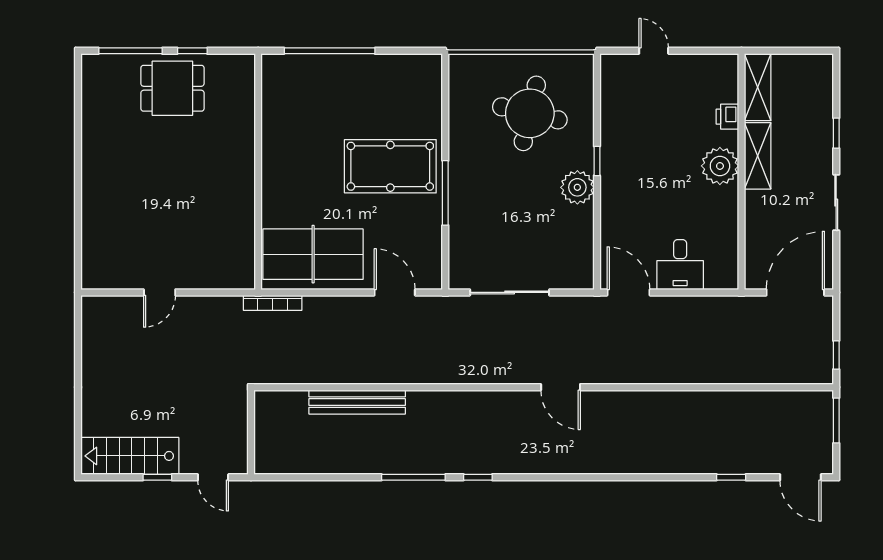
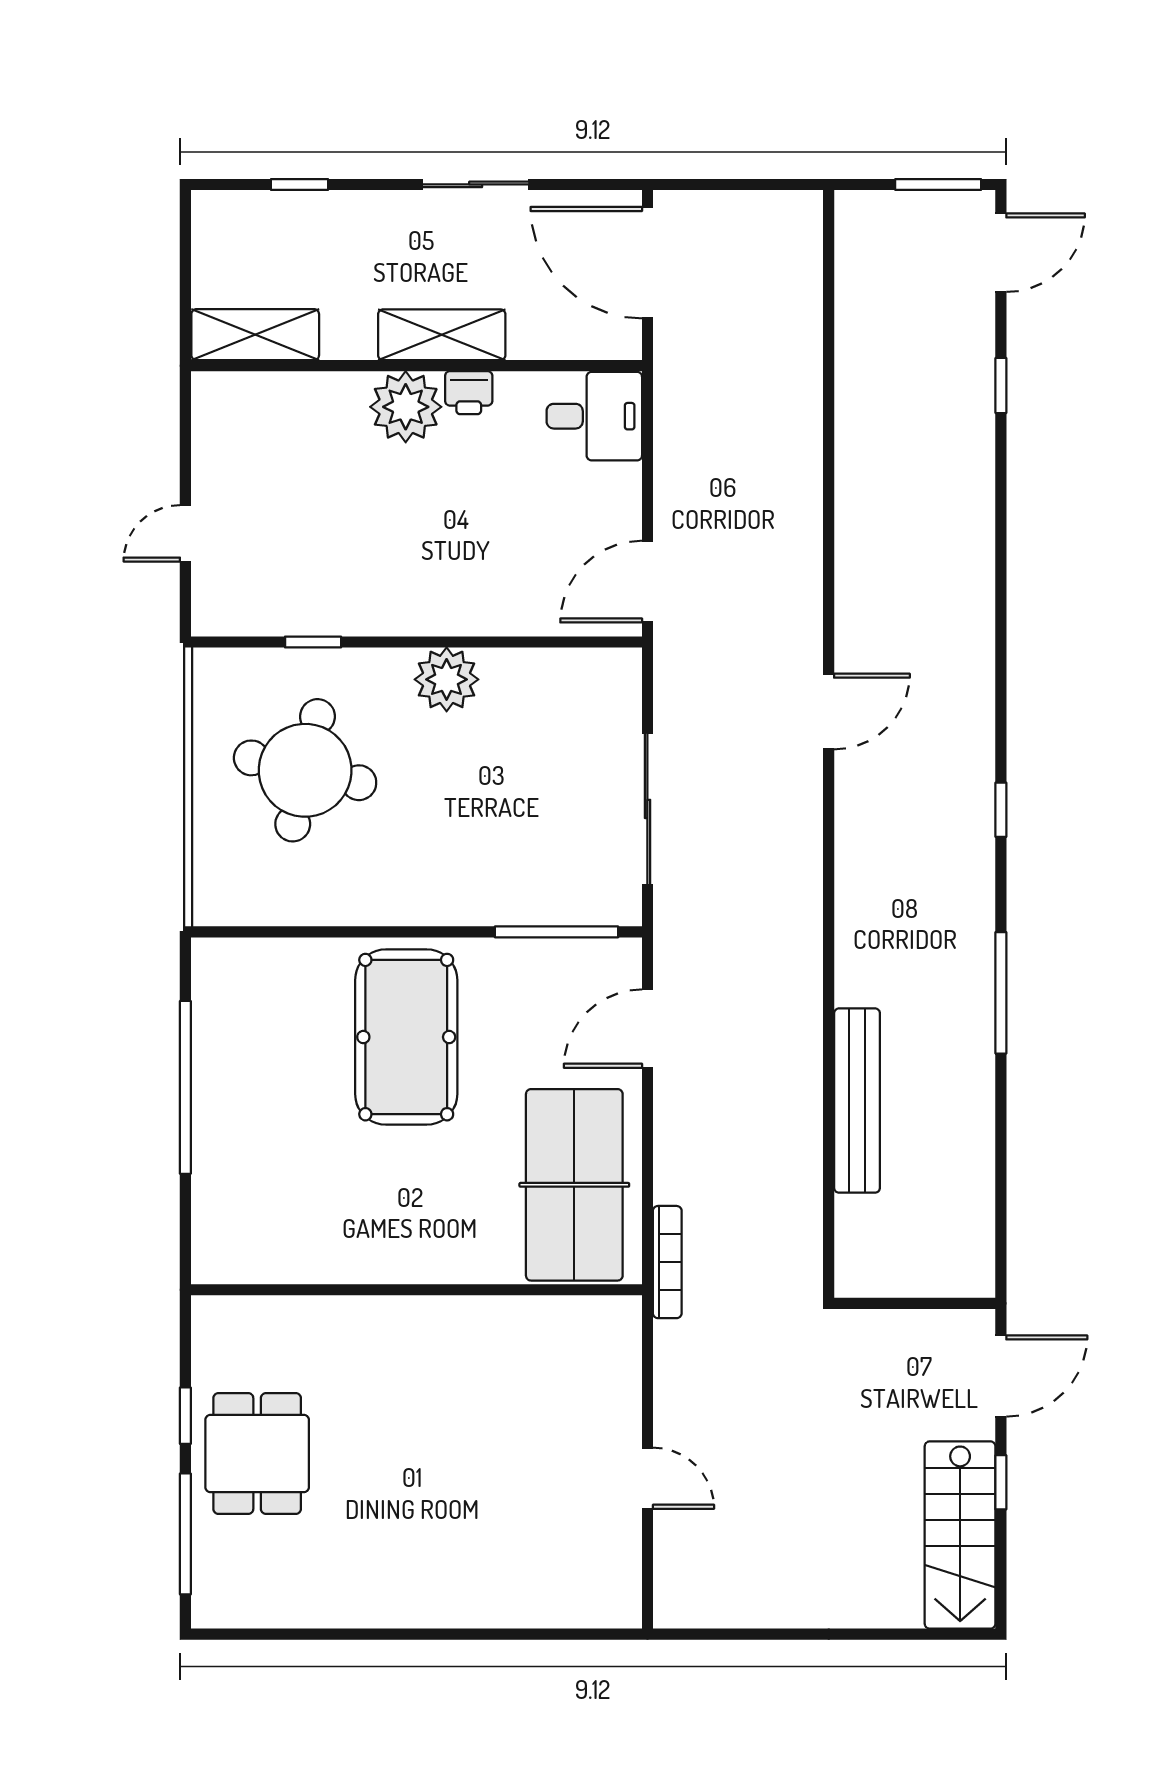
window: (330, 51) -> (185, 1087), moved
printer: (727, 117) -> (469, 393), moved
window: (836, 133) -> (299, 184), moved
shelving: (758, 156) -> (442, 335), moved
window: (597, 161) -> (313, 642), moved
window: (445, 193) -> (556, 932), moved
desk: (680, 265) -> (594, 416), moved
window: (836, 355) -> (767, 184), removed
window: (836, 421) -> (938, 184), moved
door: (213, 477) -> (1001, 1376), width x1.38
window: (478, 477) -> (1001, 810), moved

